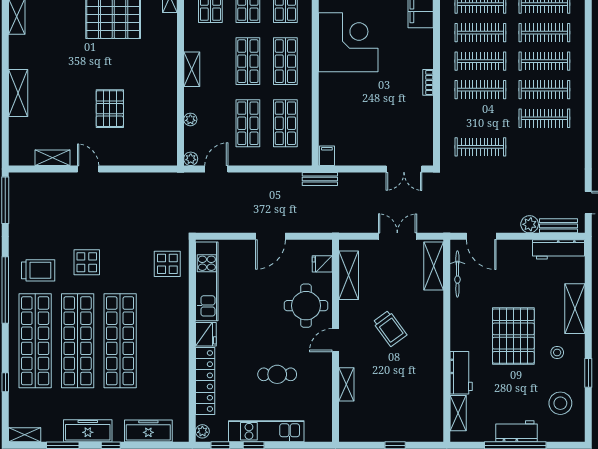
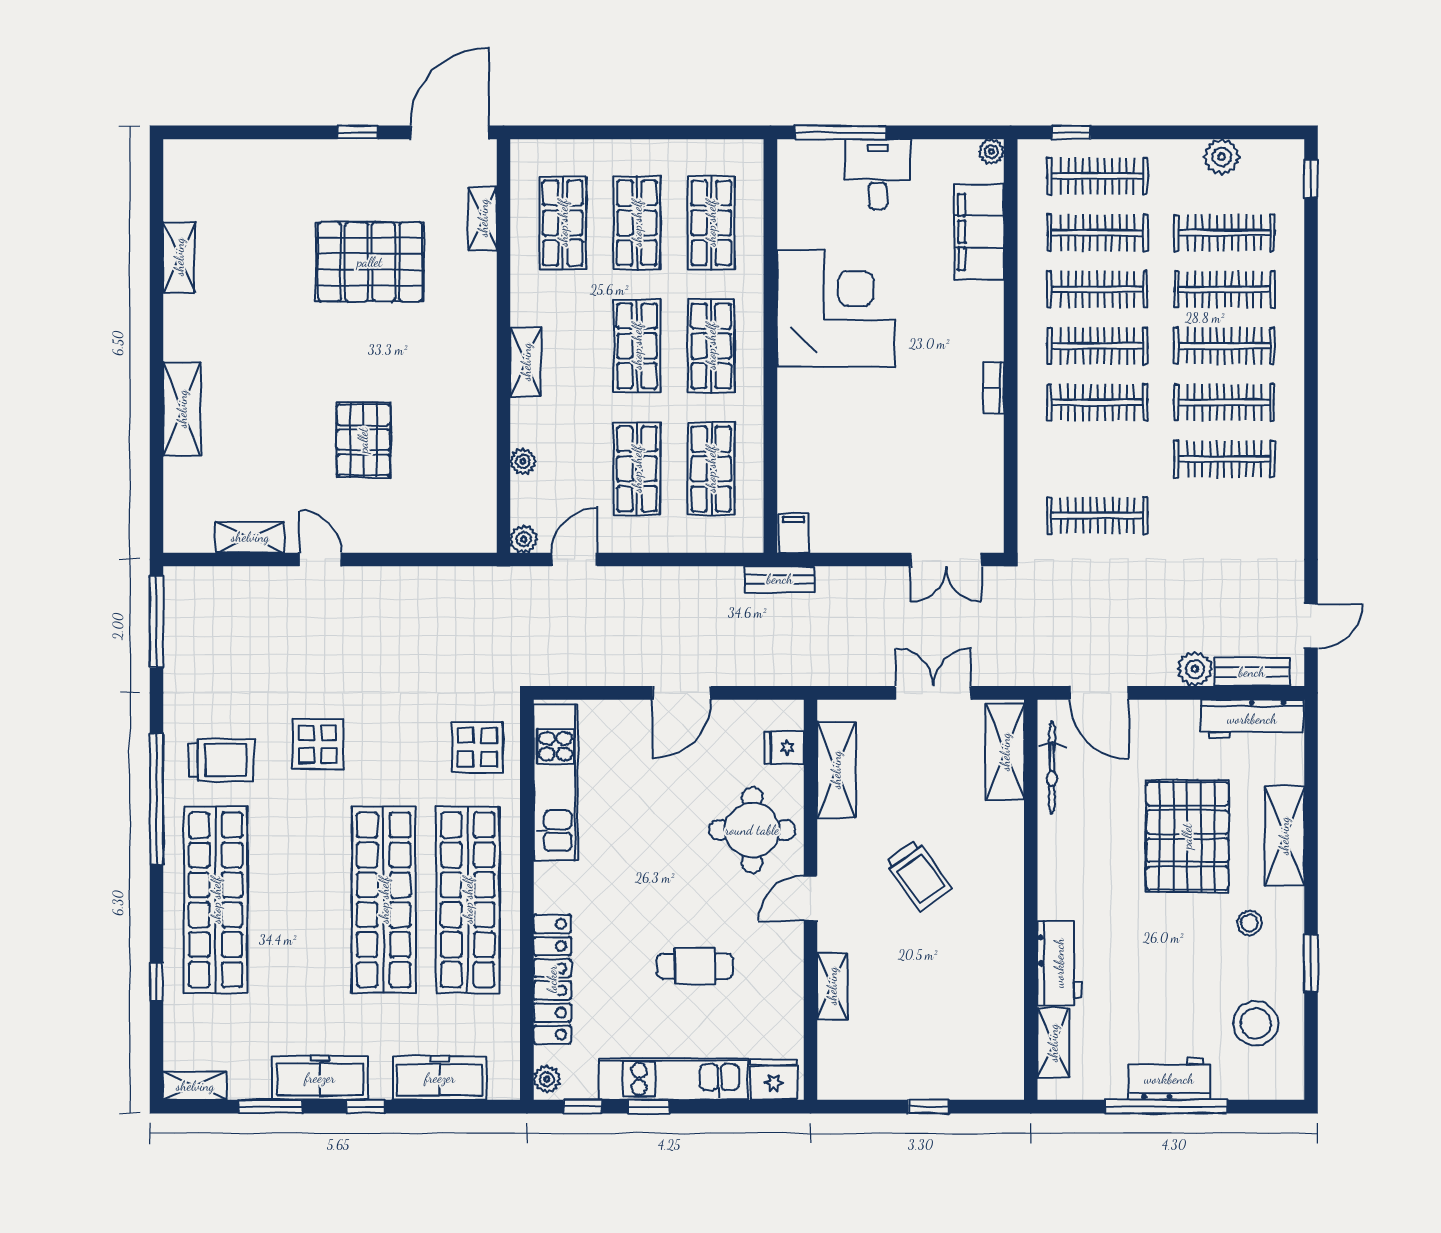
fridge: (206, 334) -> (774, 1080), moved, turned -90
pallet: (513, 336) -> (1187, 836), moved
shop shelf: (78, 341) -> (468, 900), moved

